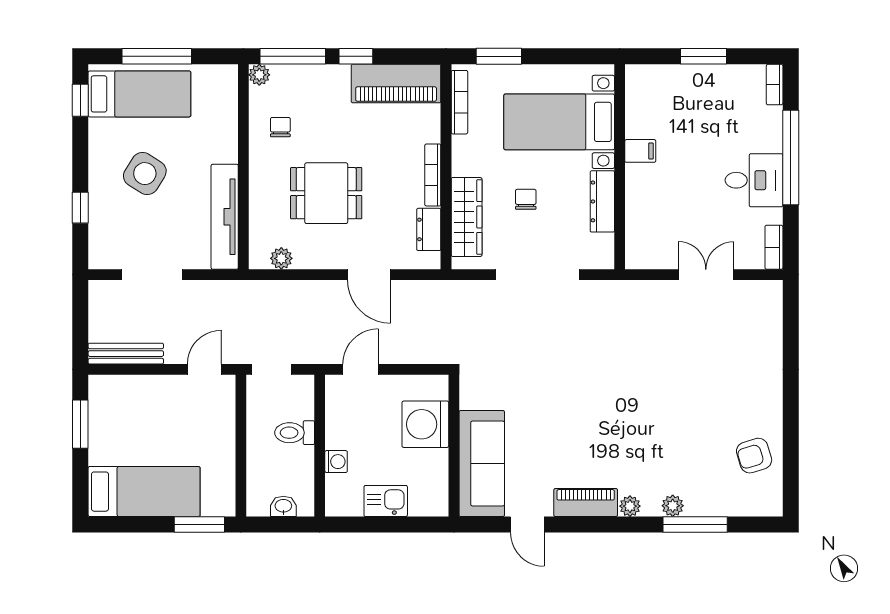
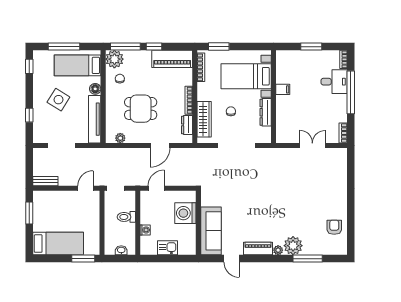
plant: (259, 75) -> (114, 59), width x1.88, depth x1.88
bed: (139, 94) -> (78, 65), moved, turned 180
floor lamp: (226, 150) -> (95, 89), added
desk: (754, 180) -> (334, 82), moved
door: (369, 275) -> (160, 145), hinge flipped
bench: (126, 354) -> (45, 181), width x0.73
armchair: (754, 456) -> (334, 227), turned 107
plant: (673, 506) -> (293, 246), width x1.87, depth x1.87

